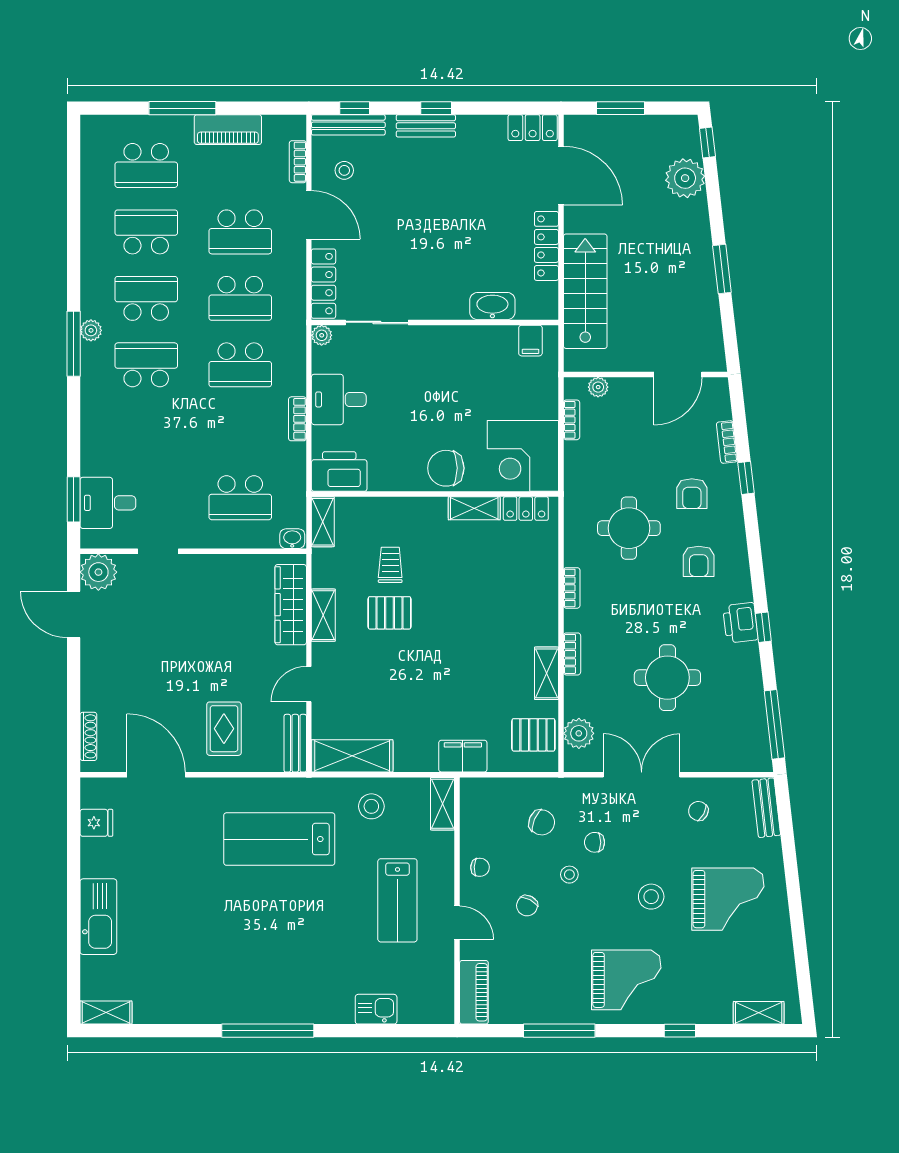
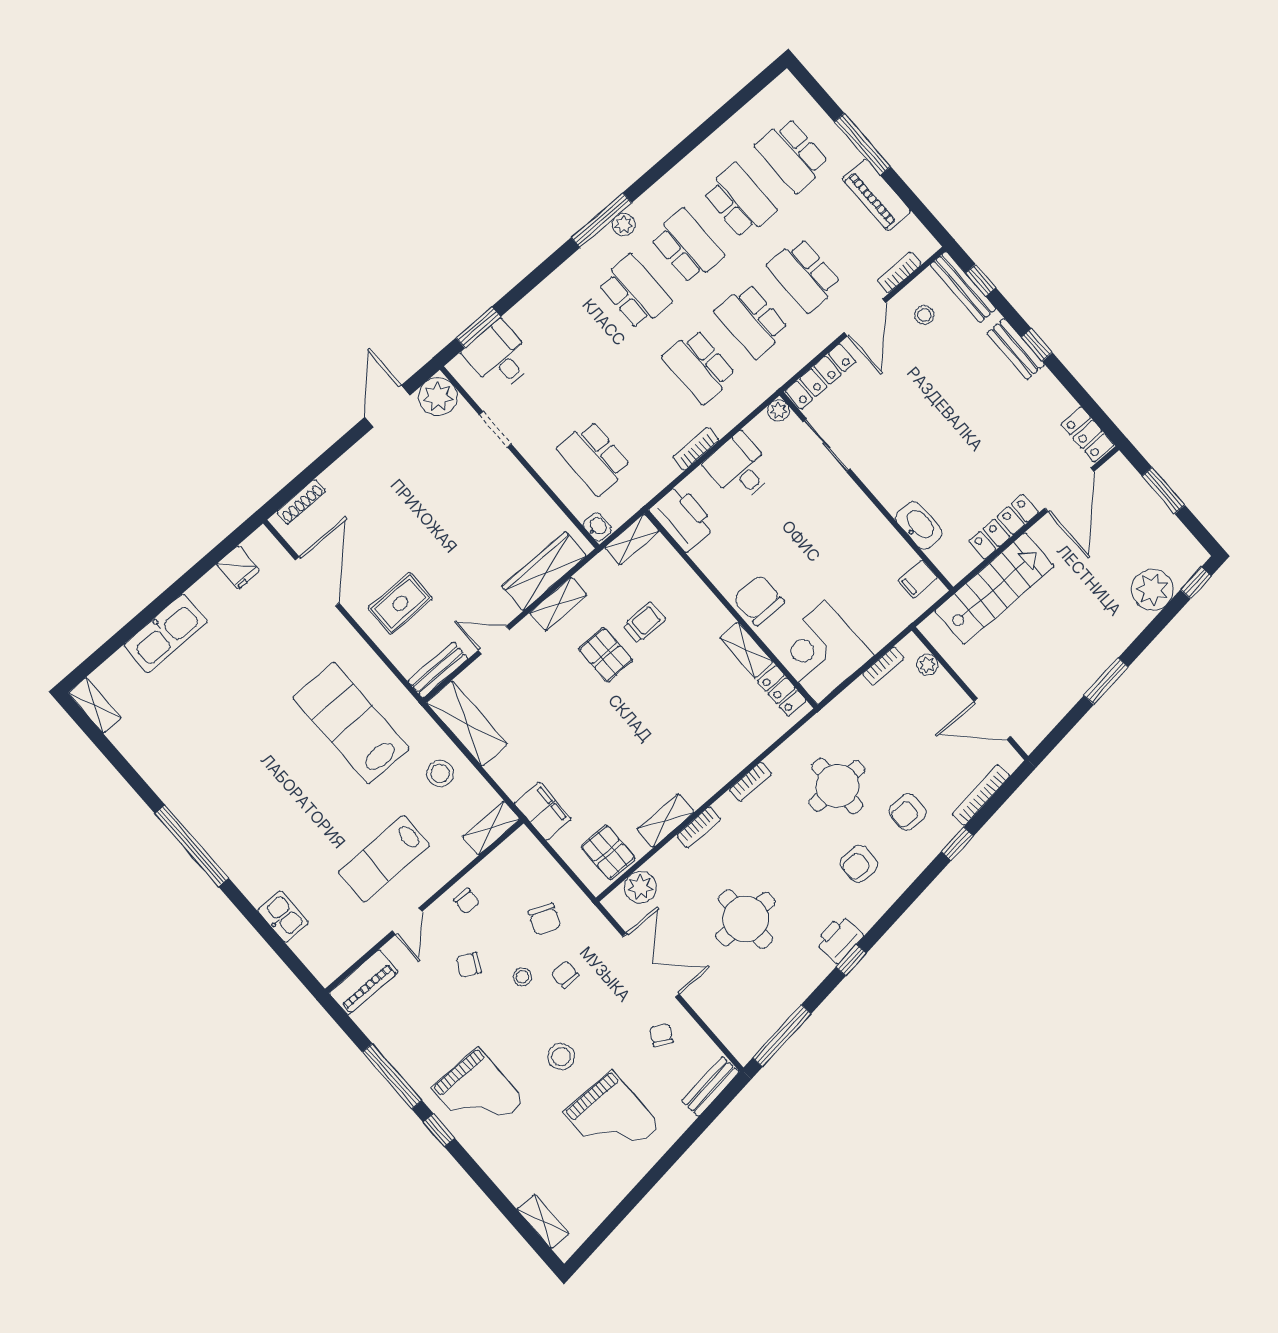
bookcase: (727, 442) -> (981, 795), width x1.56
window: (680, 1031) -> (439, 1130), moved

